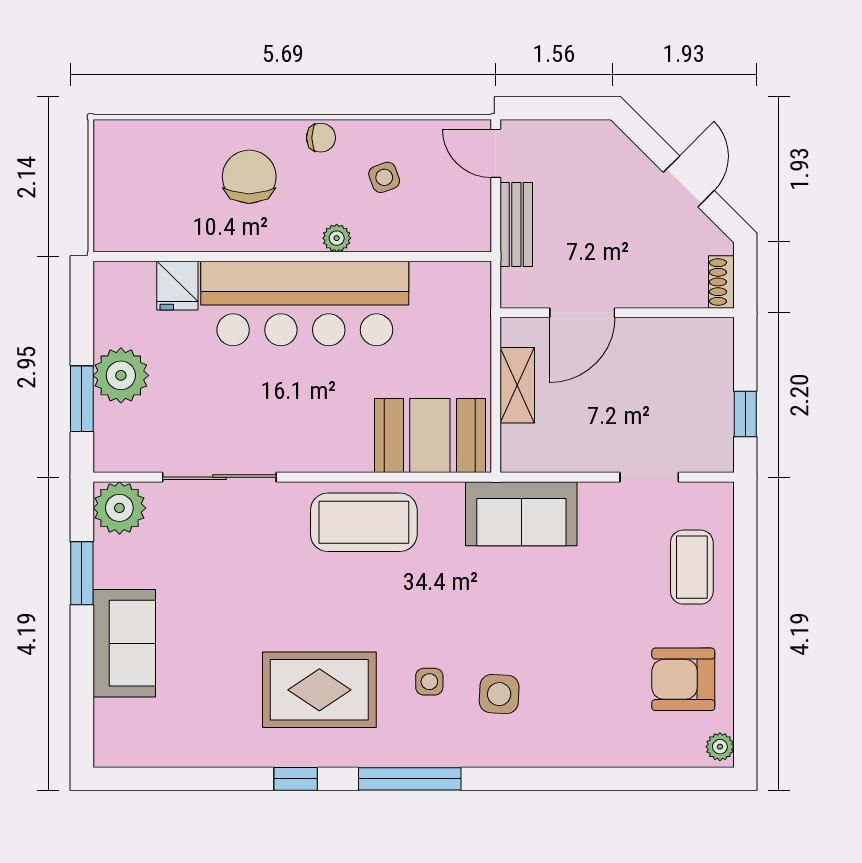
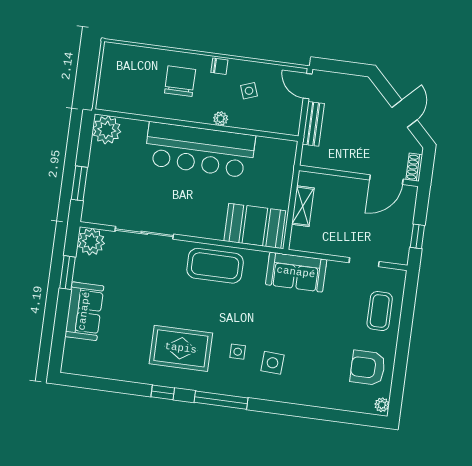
fridge: (177, 286) -> (136, 132), removed
door: (582, 313) -> (386, 180), moved
plant: (121, 375) -> (107, 130), moved

